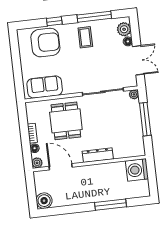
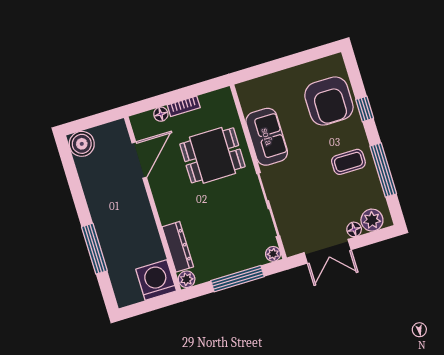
sofa: (45, 87) -> (267, 137), moved
dresser: (98, 155) -> (178, 247), moved
plant: (37, 163) -> (187, 279), moved

